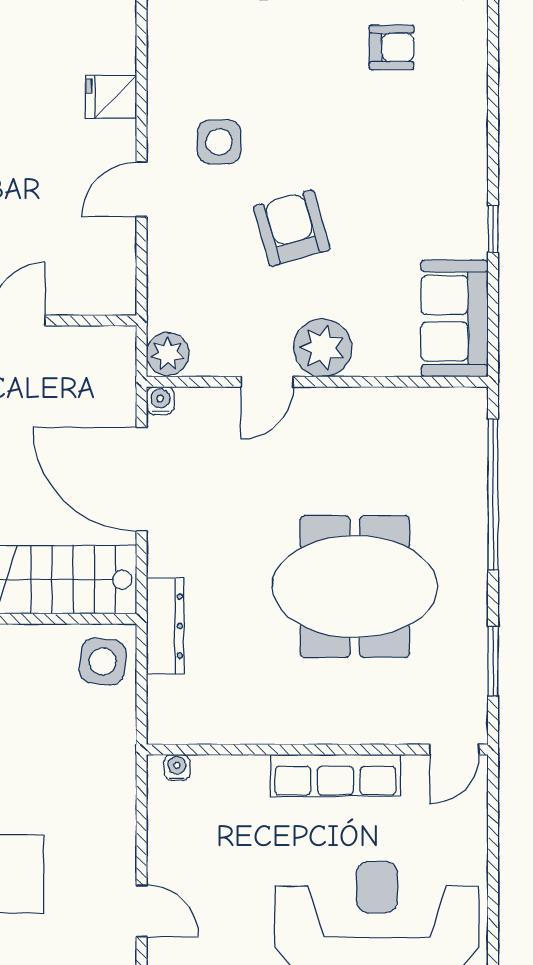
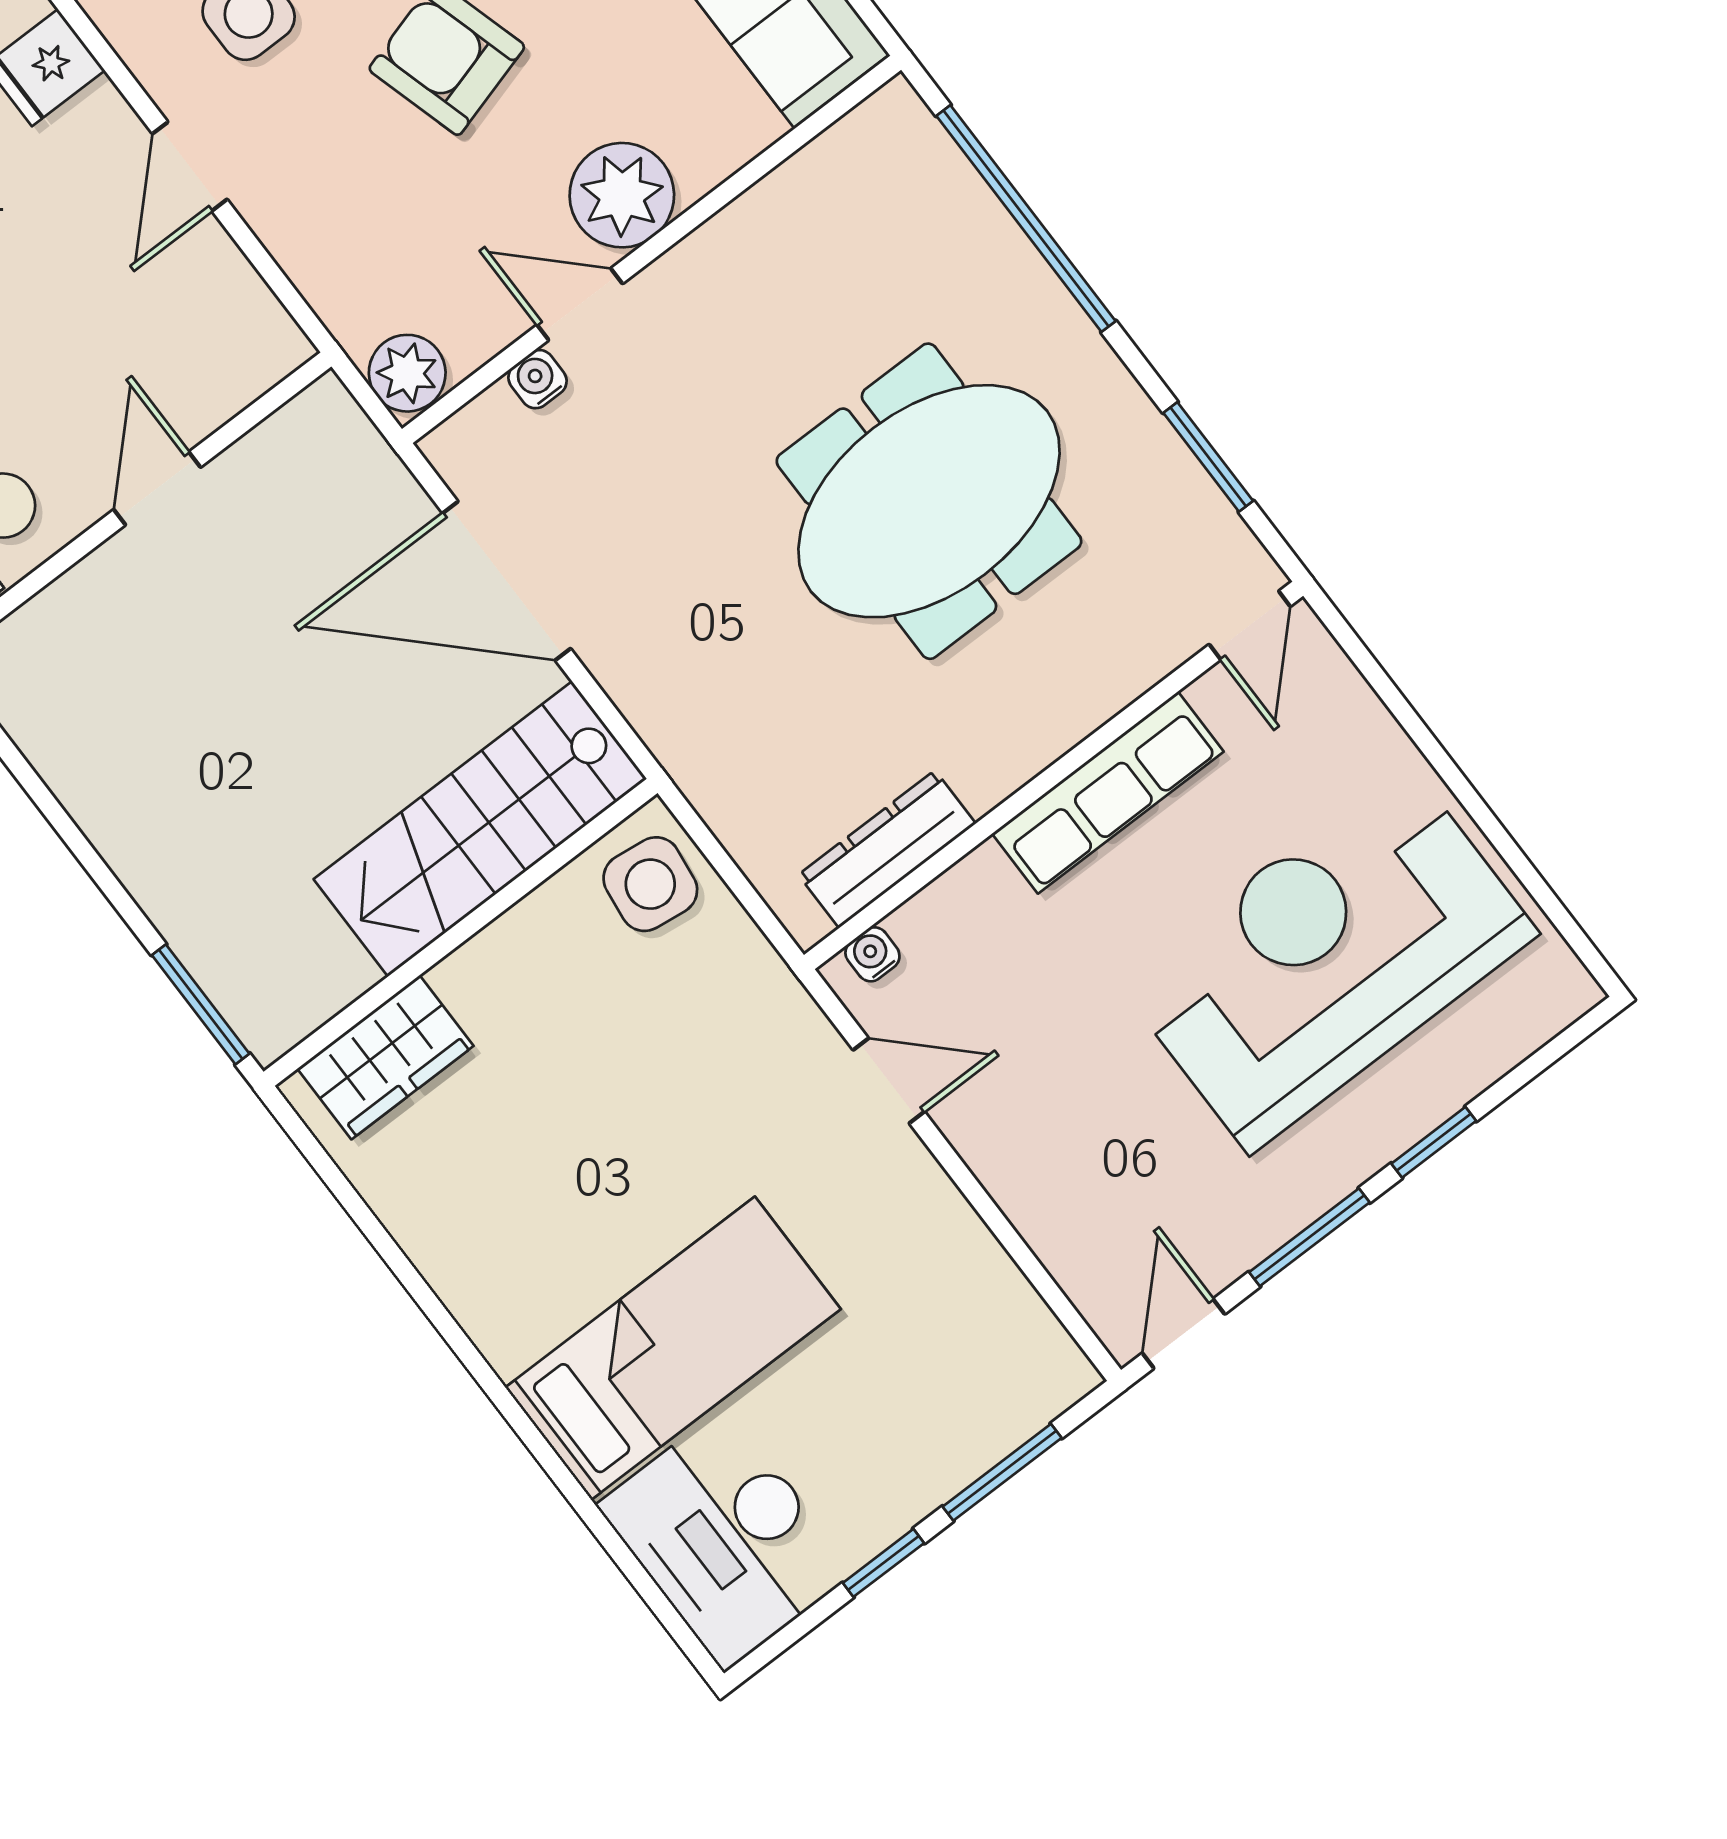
door: (267, 382) -> (580, 304), swing flipped
water cooler: (160, 401) -> (537, 379), moved
dresser: (165, 626) -> (887, 849), moved, turned -90
door: (142, 911) -> (889, 1081), moved

